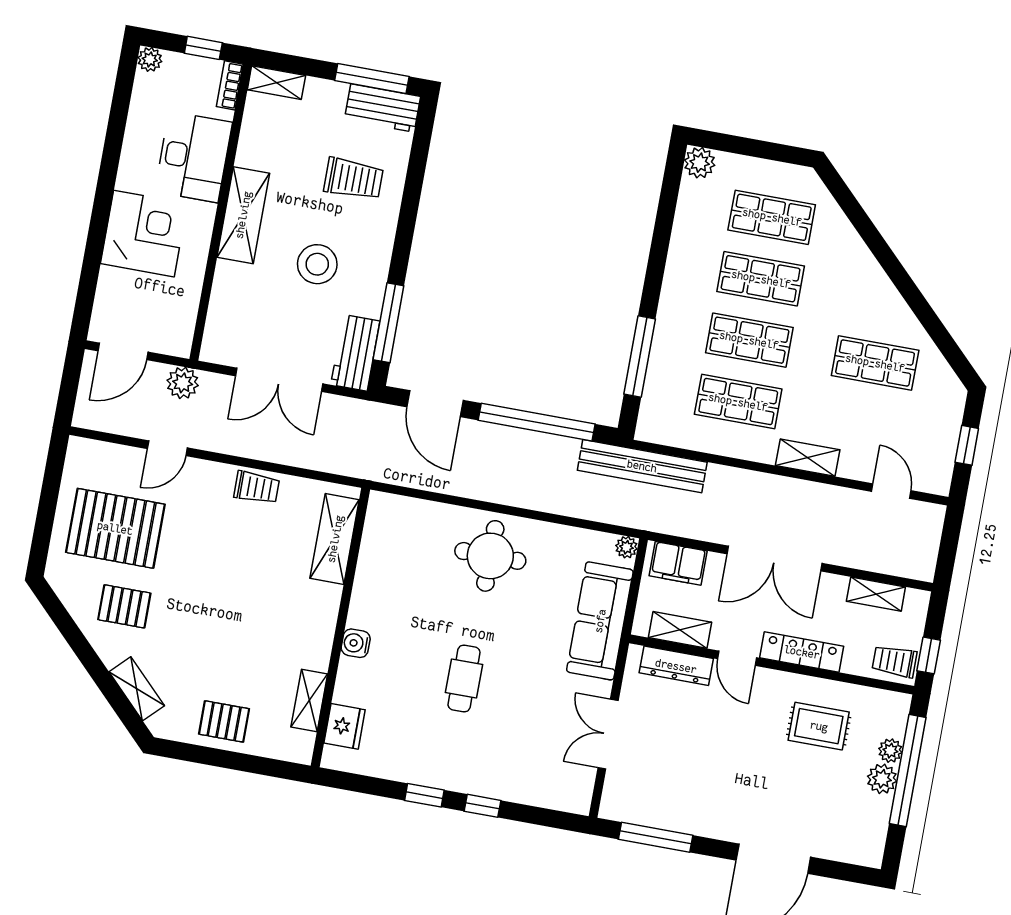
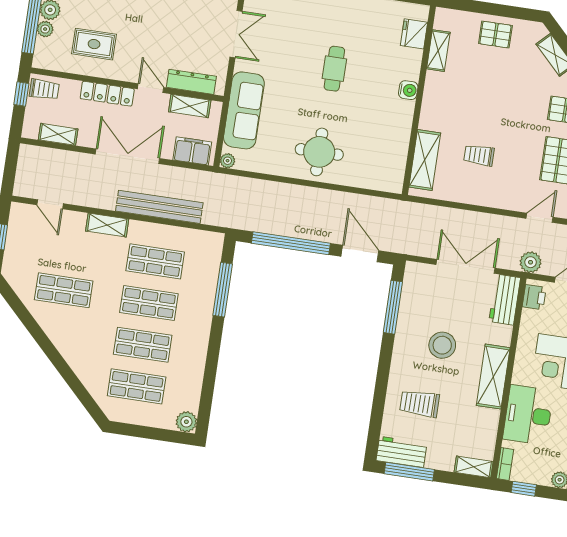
printer: (179, 331) -> (534, 297), added
workbench: (355, 353) -> (505, 300), moved, turned 180
bench: (642, 466) -> (159, 207), moved
trolley: (257, 487) -> (479, 155), moved

